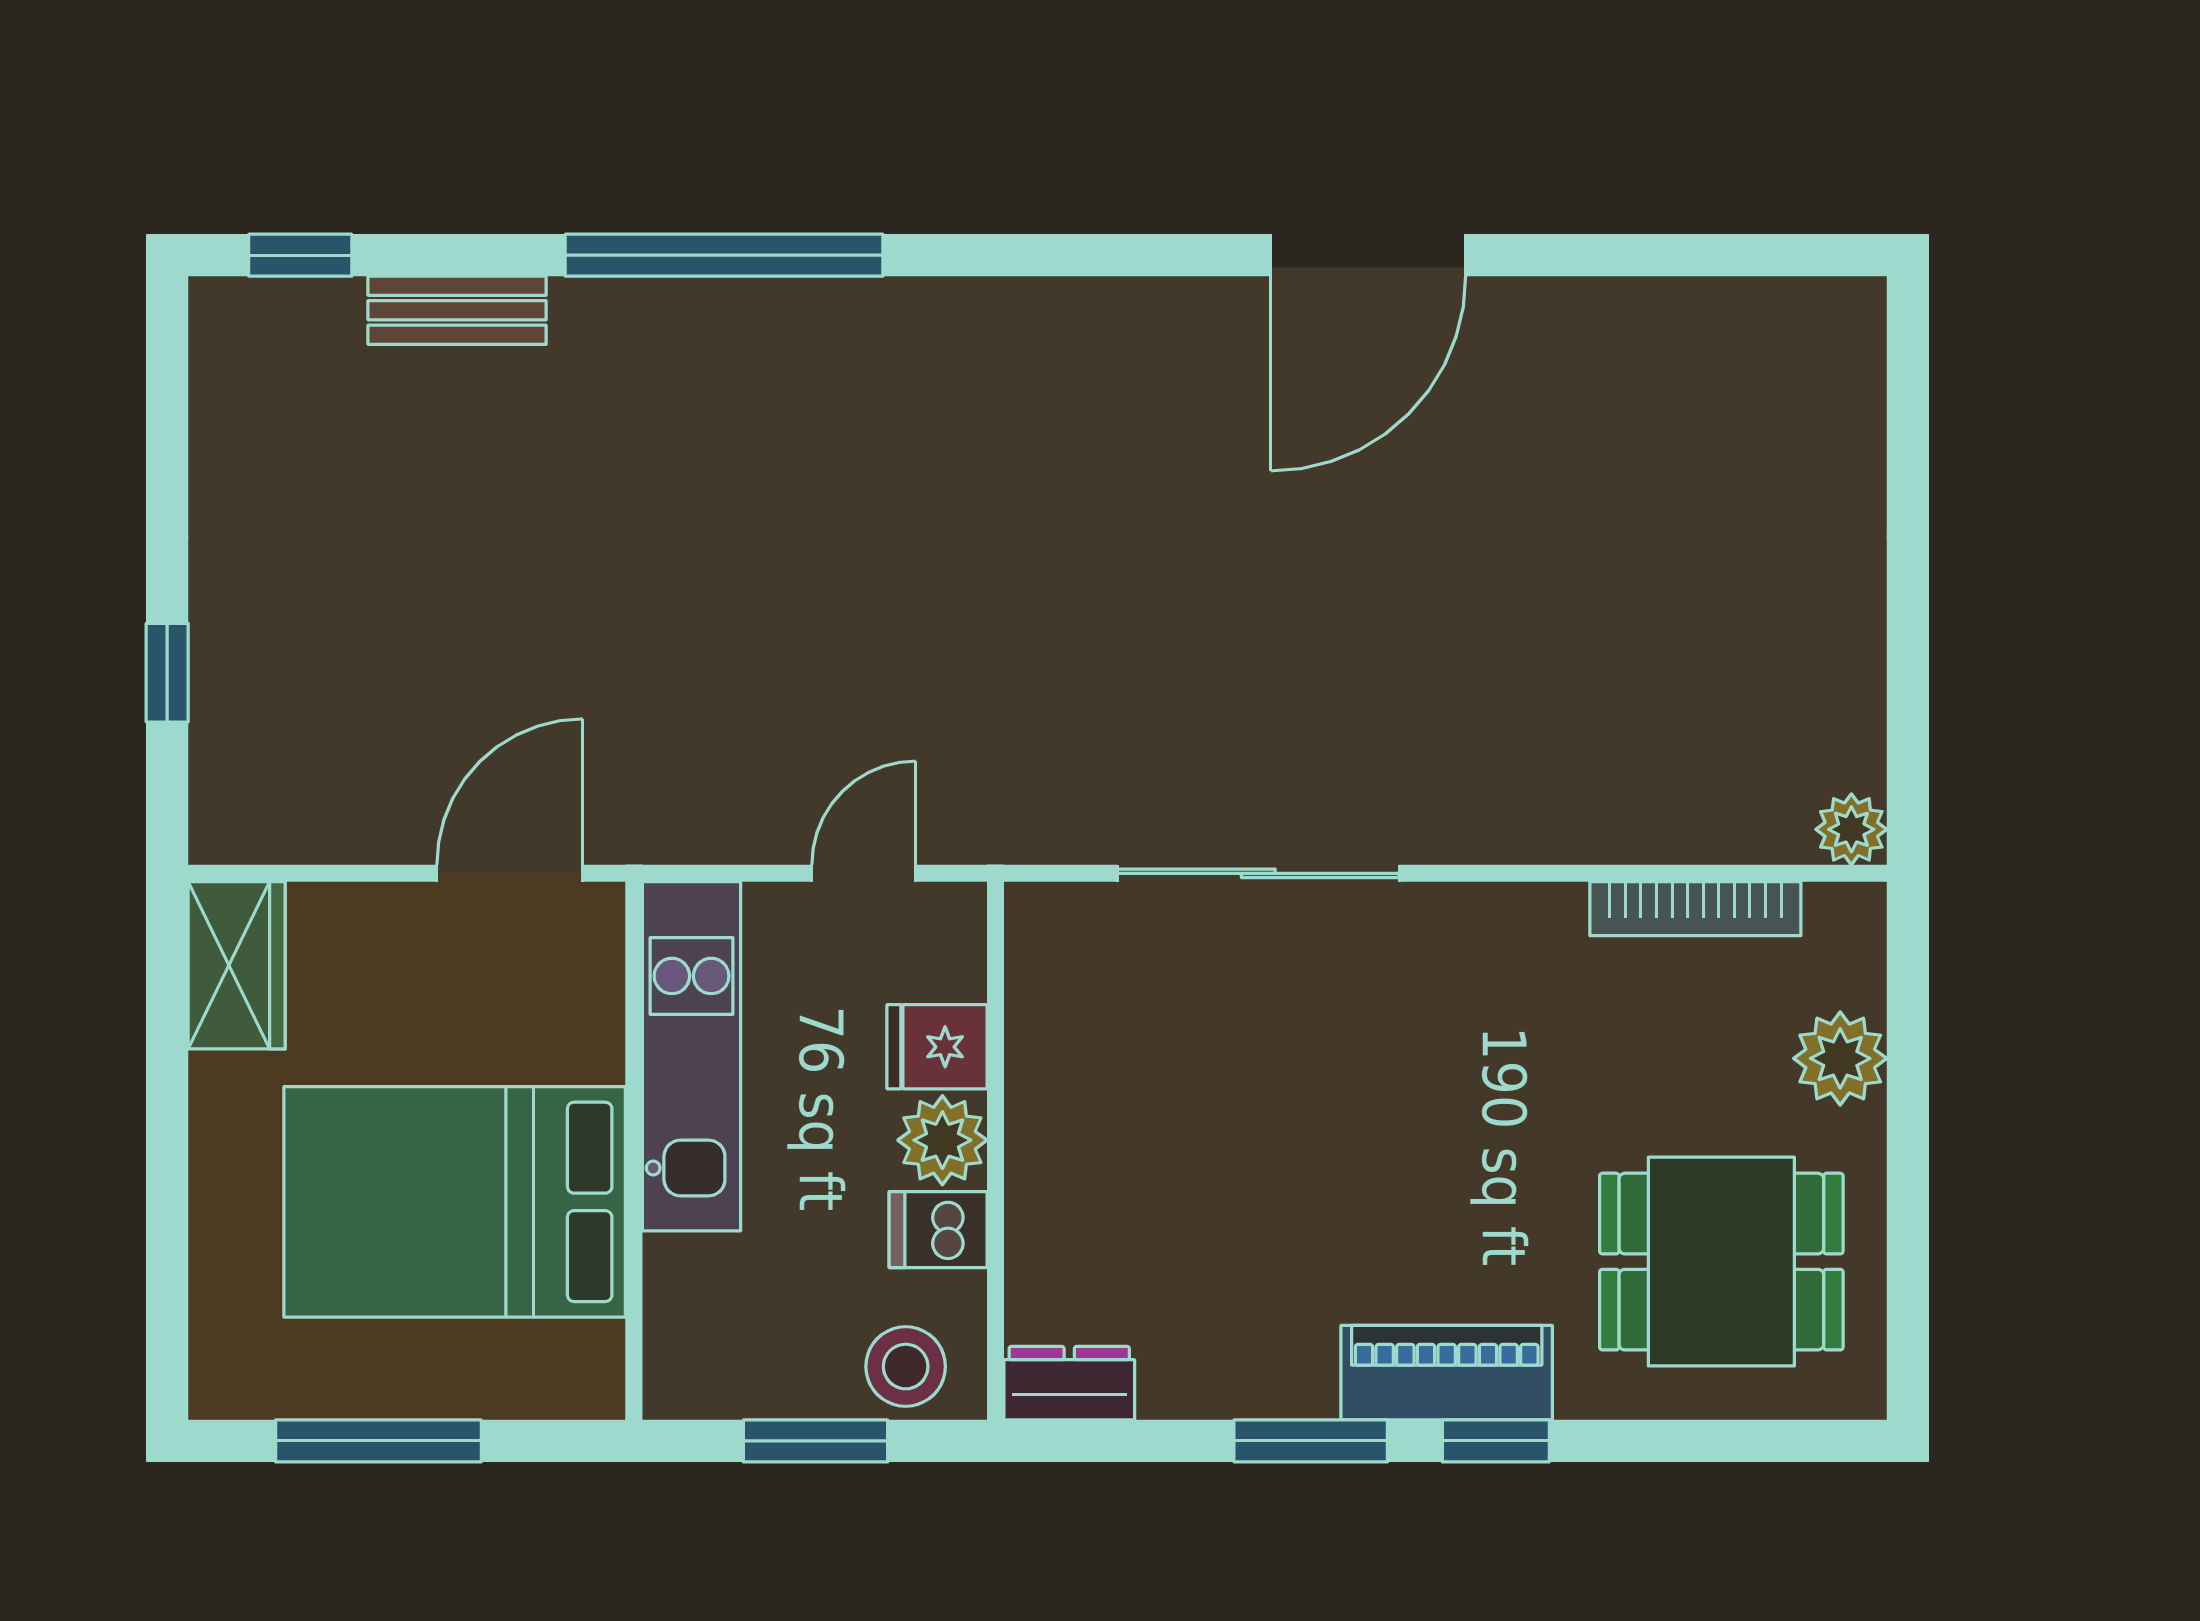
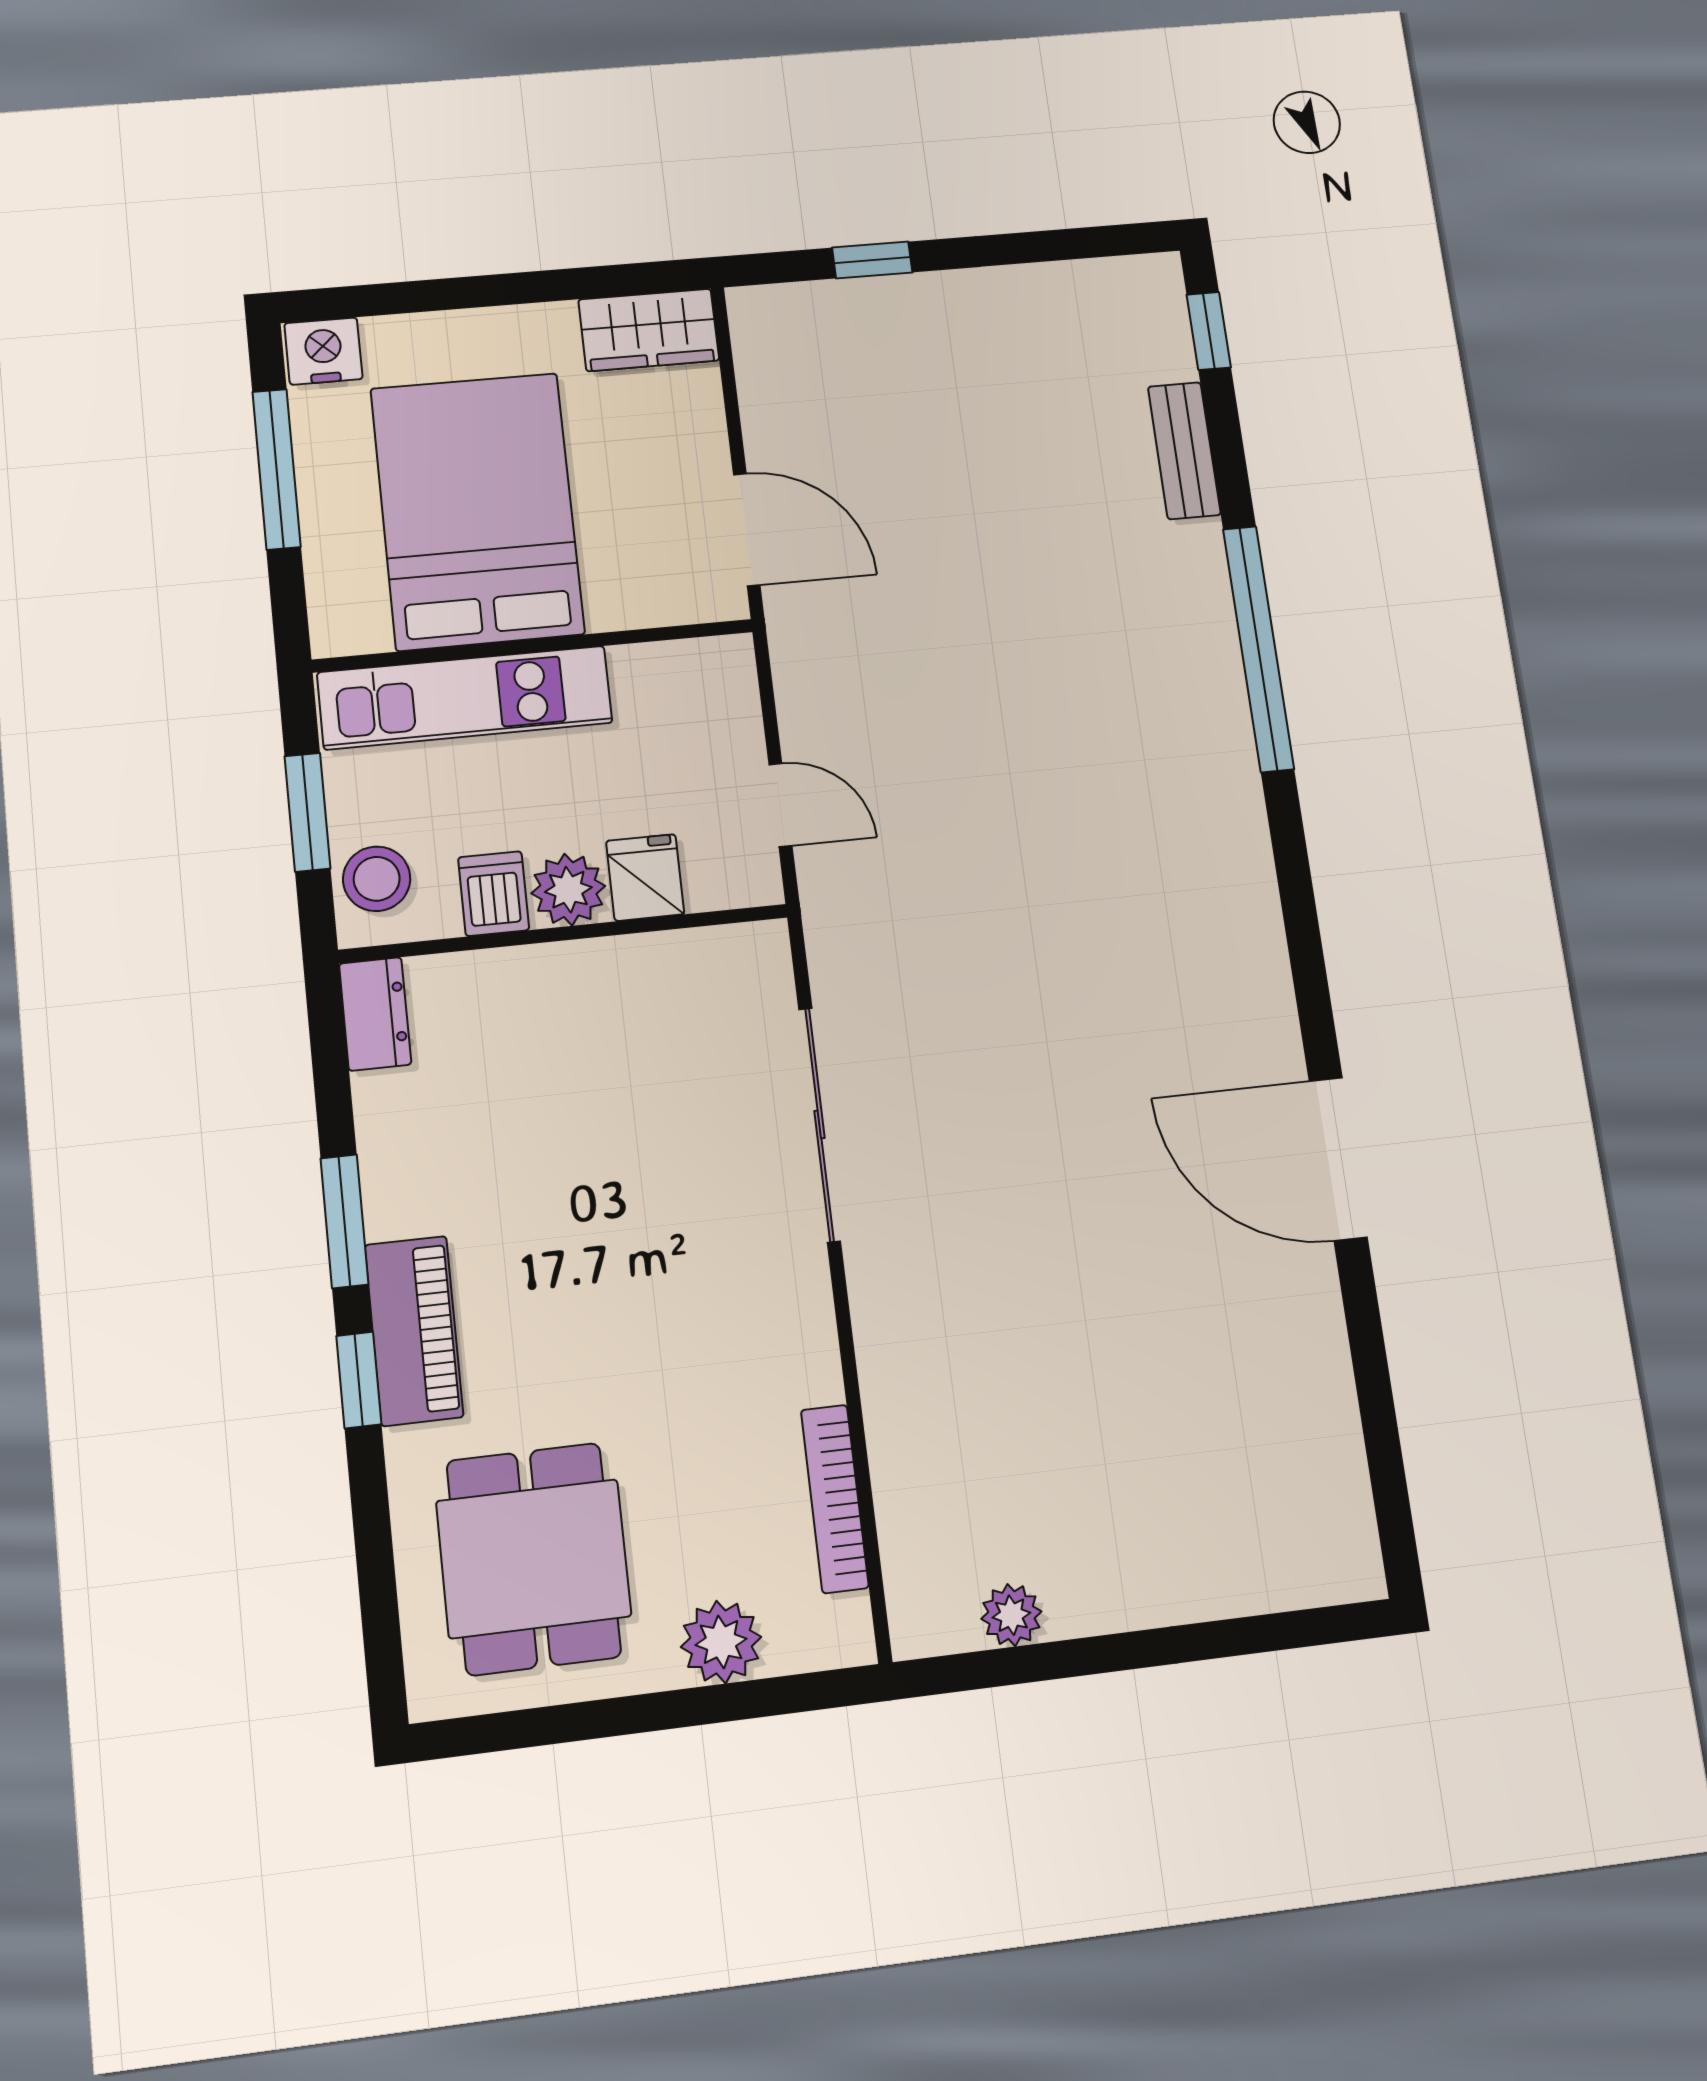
plant: (1851, 829) -> (1011, 1615), moved
kitchen unit: (692, 1056) -> (465, 698), moved
nightstand: (229, 1370) -> (323, 351), added

